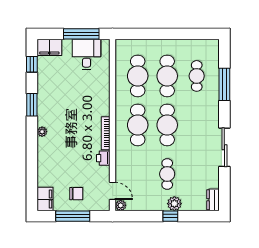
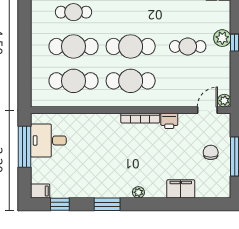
filing cabinet: (49, 47) -> (40, 191), width x0.50
filing cabinet: (45, 199) -> (181, 189), moved

